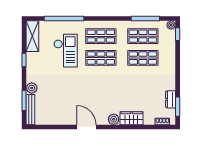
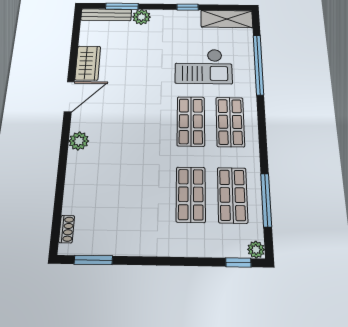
dresser: (171, 99) -> (109, 246), removed
wardrobe: (131, 118) -> (88, 63), moved

